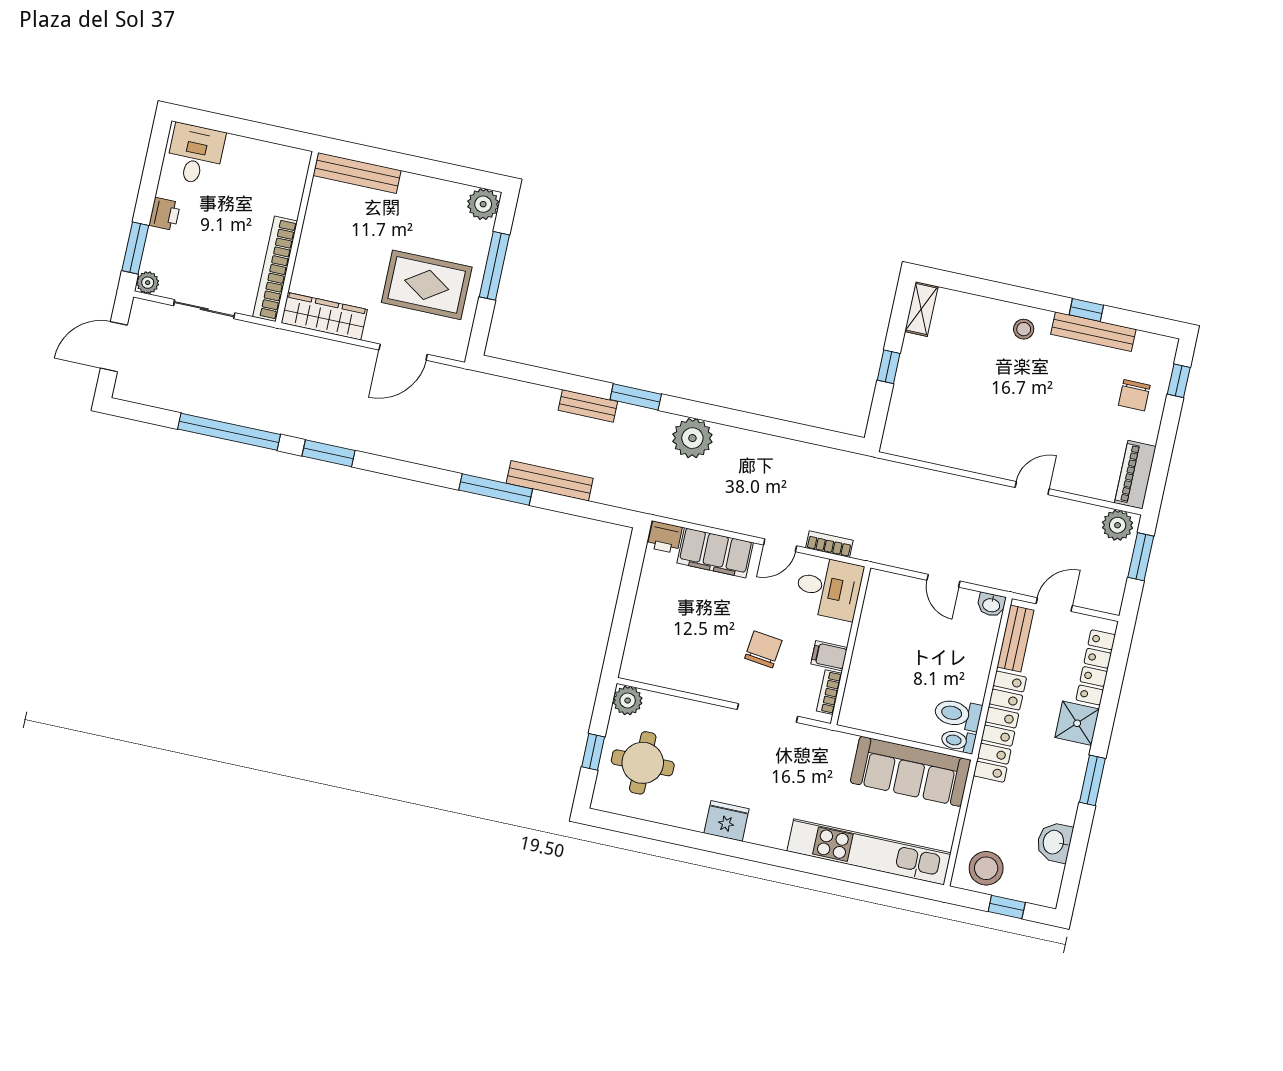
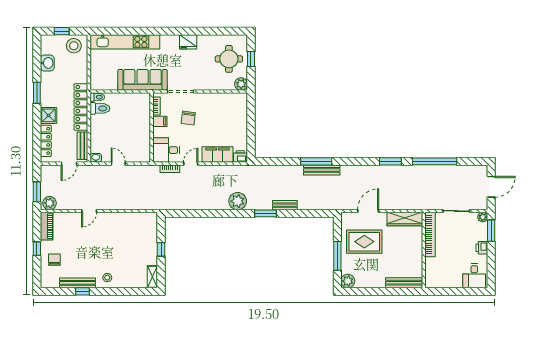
window: (1179, 381) -> (37, 249), moved
bench: (550, 481) -> (322, 170), moved
sofa: (911, 771) -> (143, 80), moved

